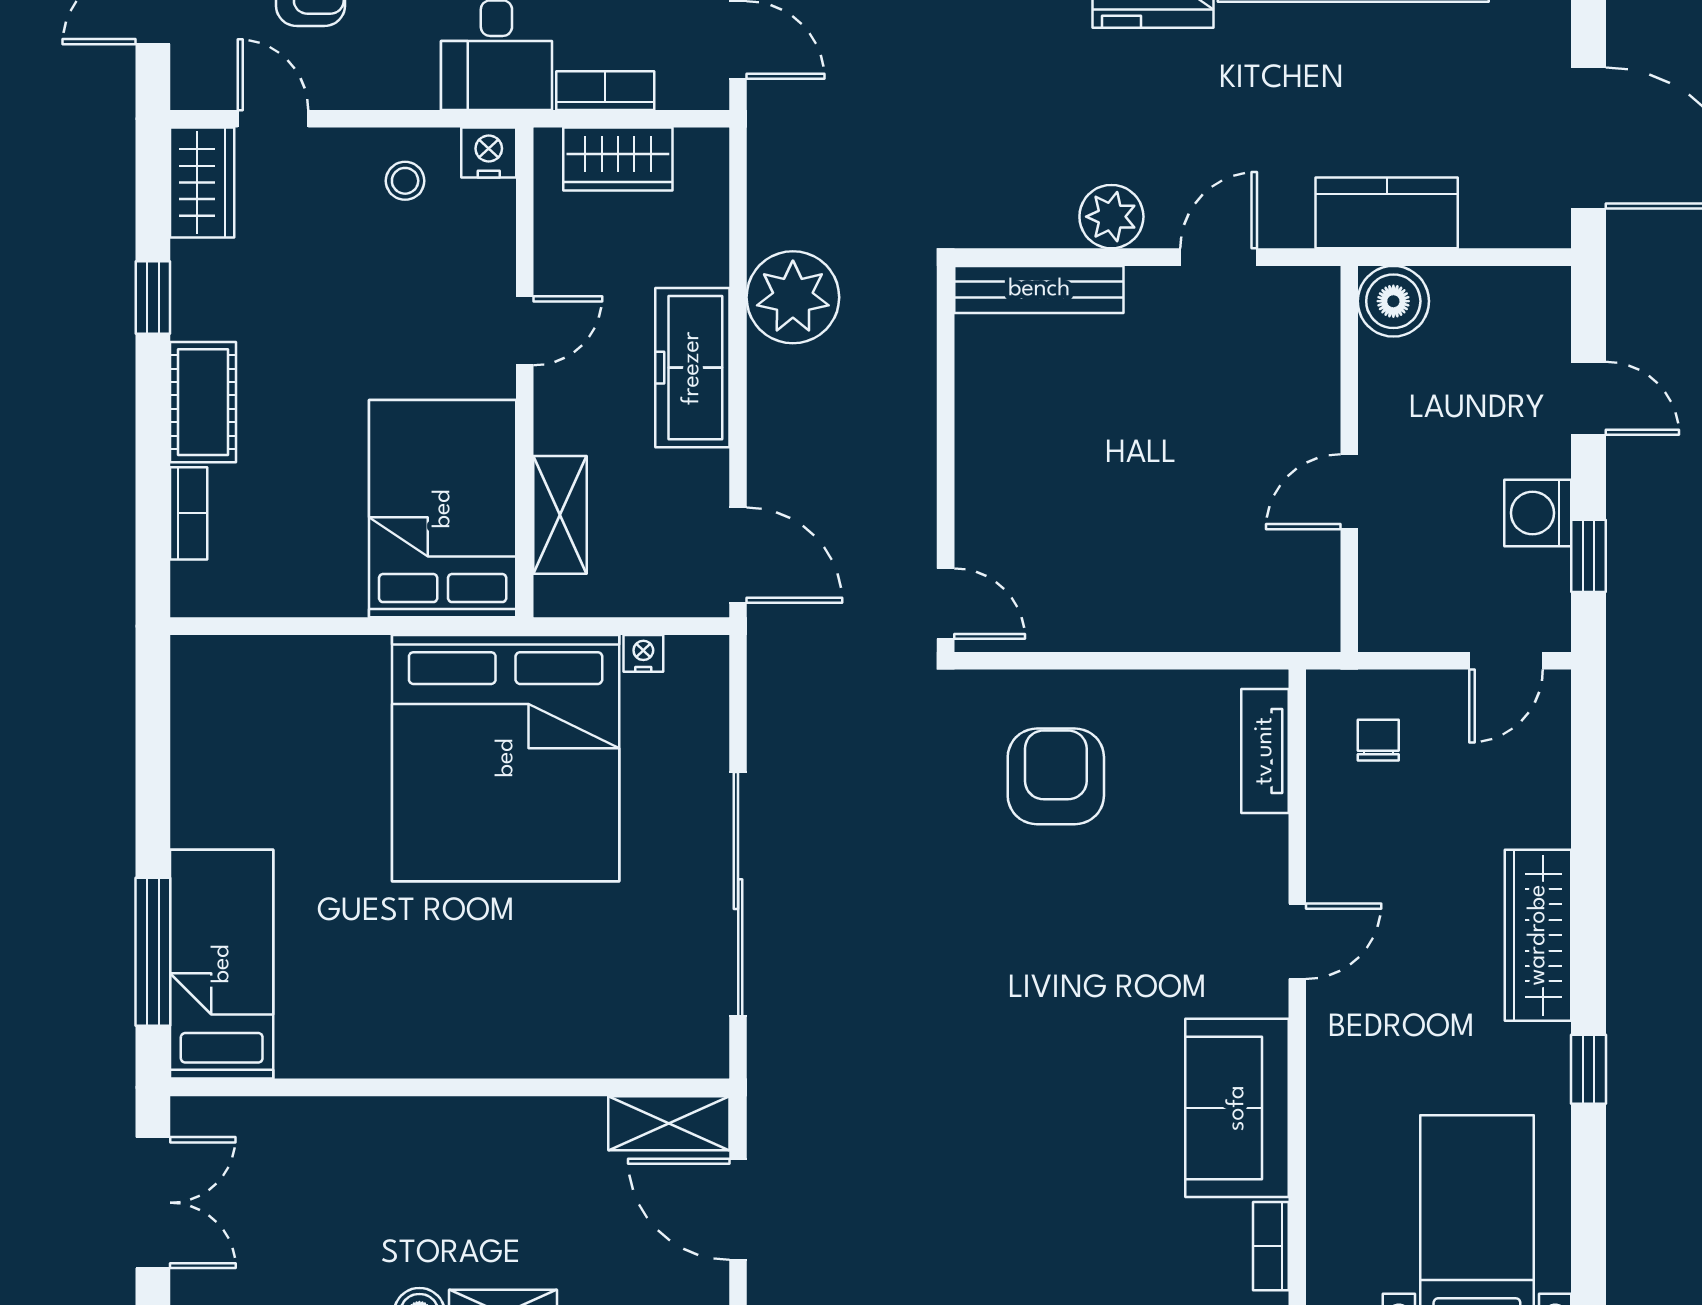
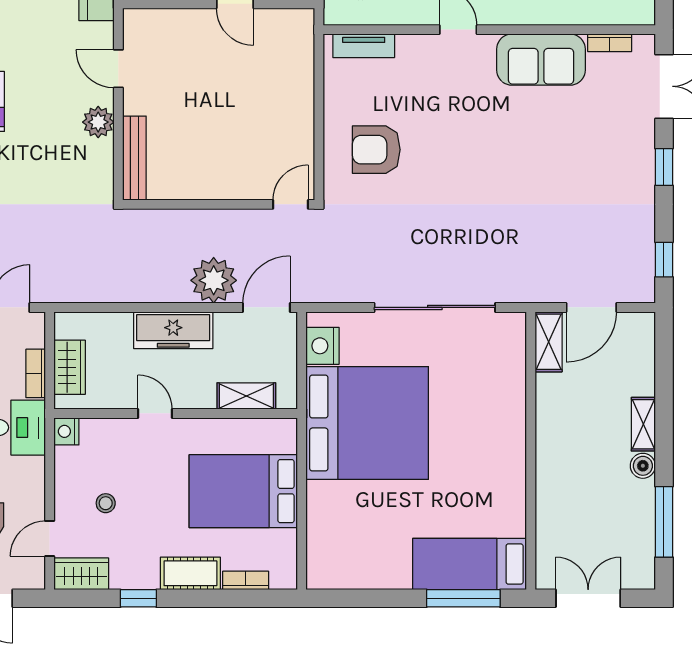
stool: (405, 181) -> (106, 503), moved
plant: (793, 297) -> (214, 280), moved
bed: (443, 509) -> (243, 491), moved
nightstand: (643, 653) -> (323, 346), width x1.89, depth x1.79

